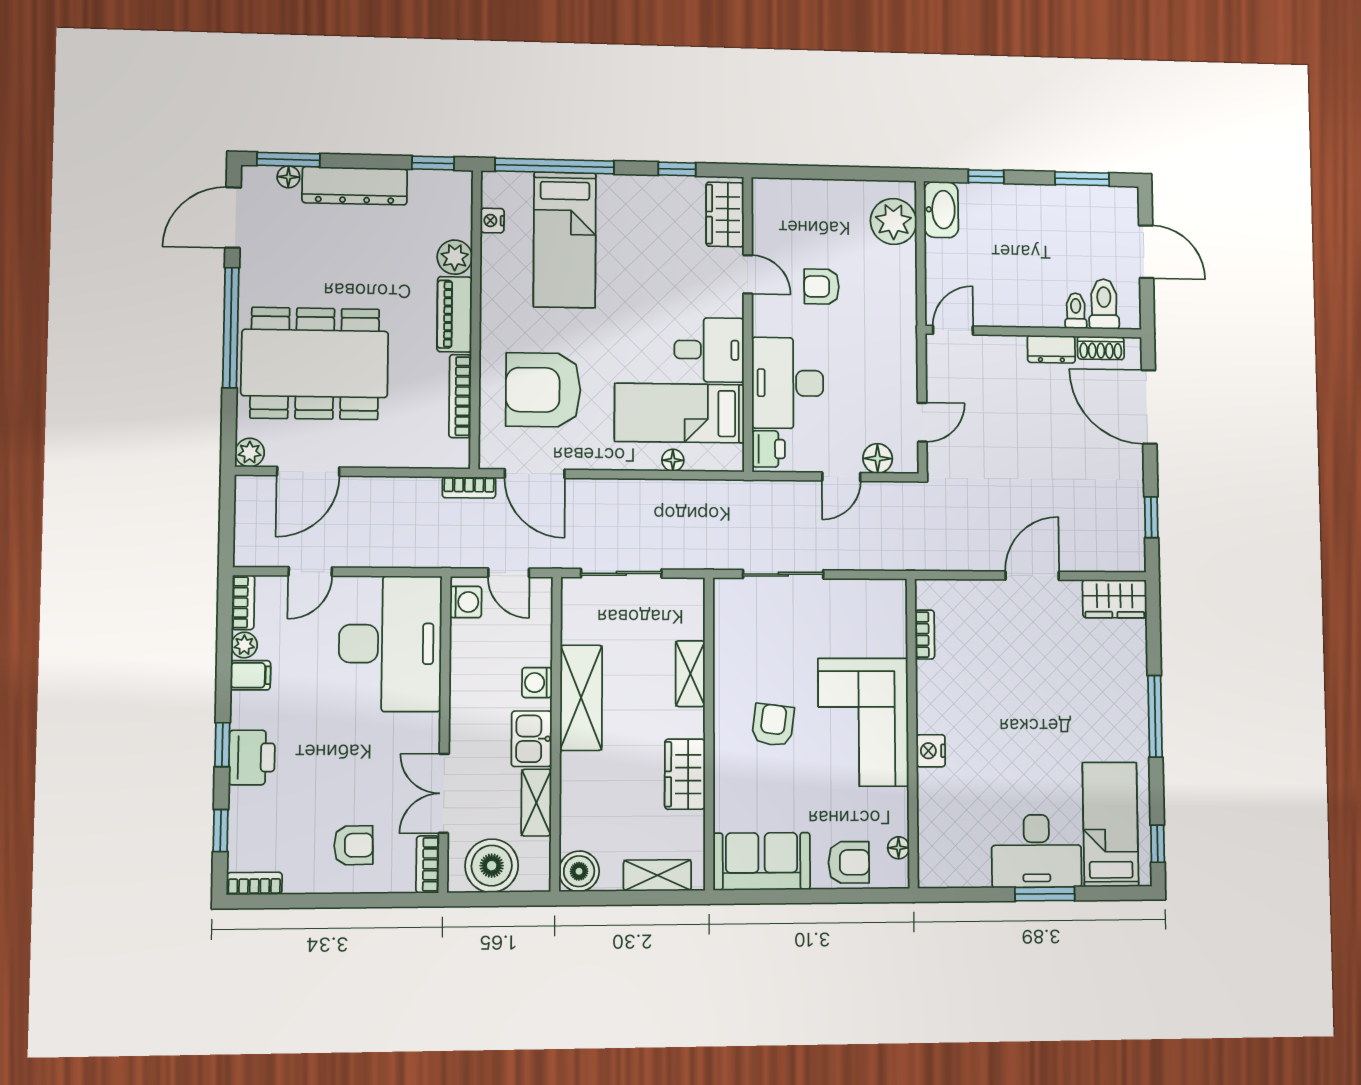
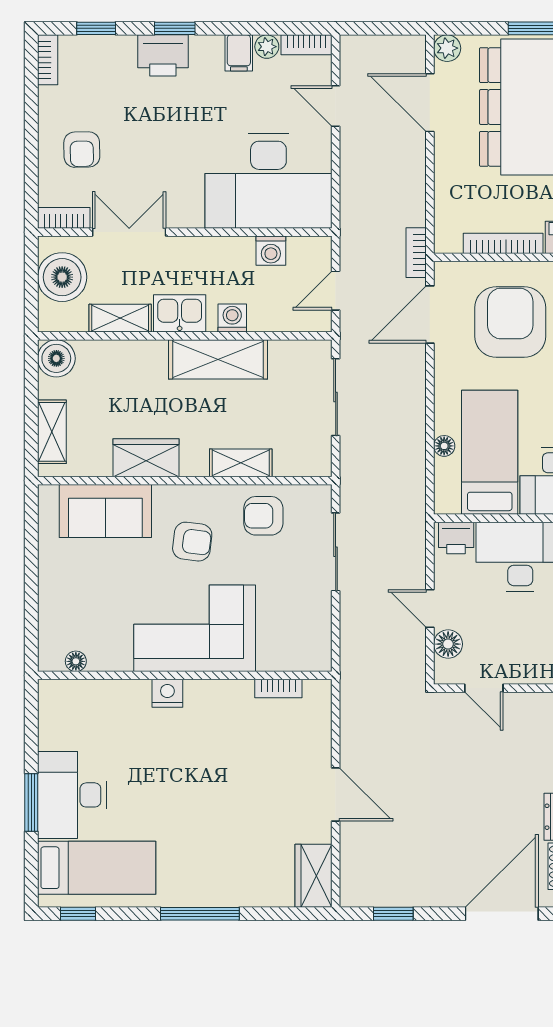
washing machine: (466, 602) -> (271, 251), moved
sofa: (762, 861) -> (105, 511), moved, turned 90
armchair: (849, 862) -> (263, 516), moved, turned 90

